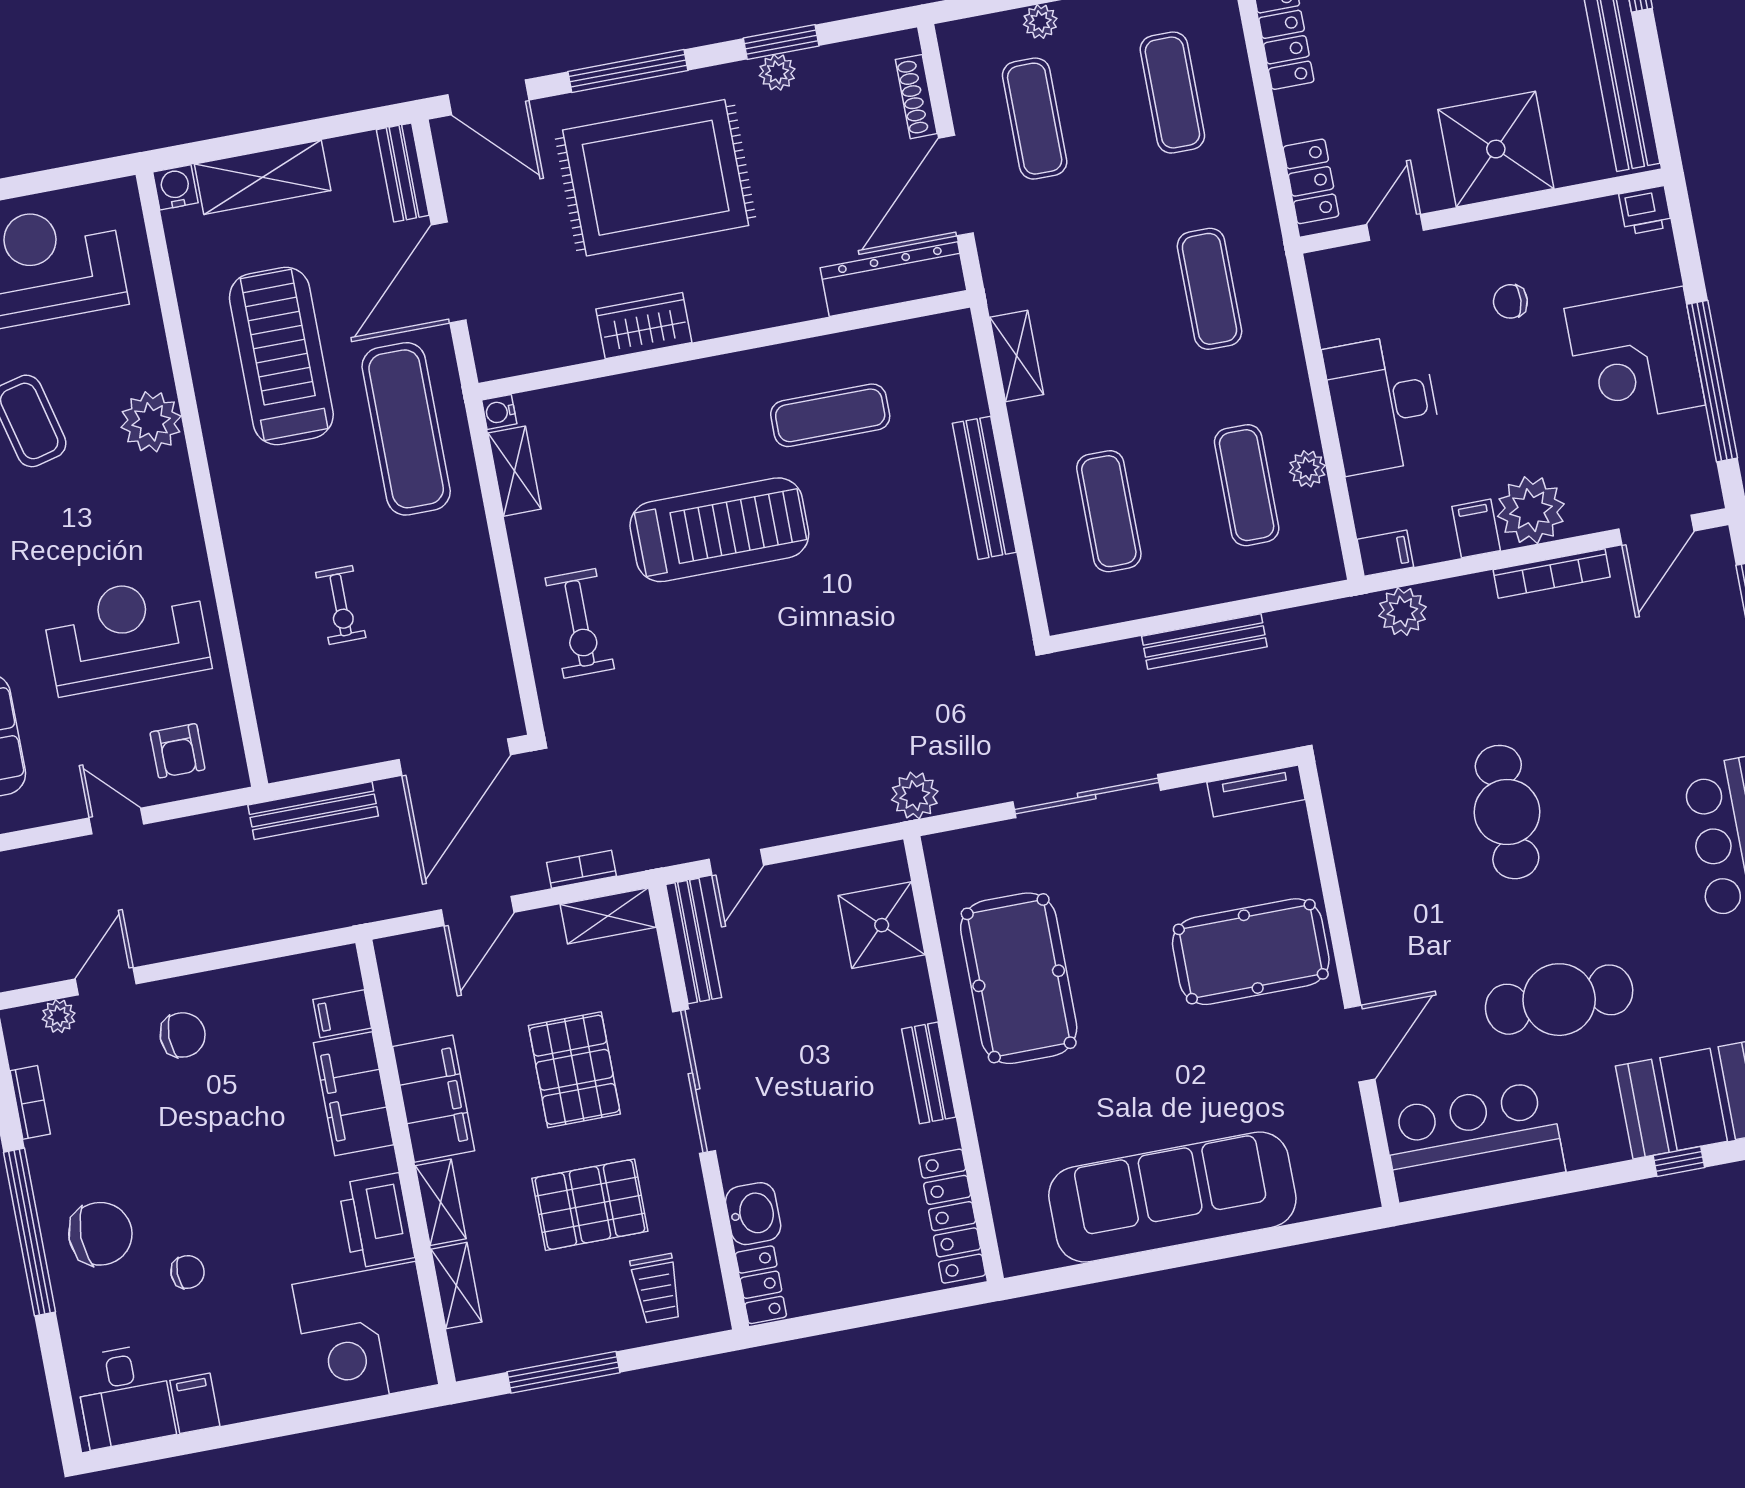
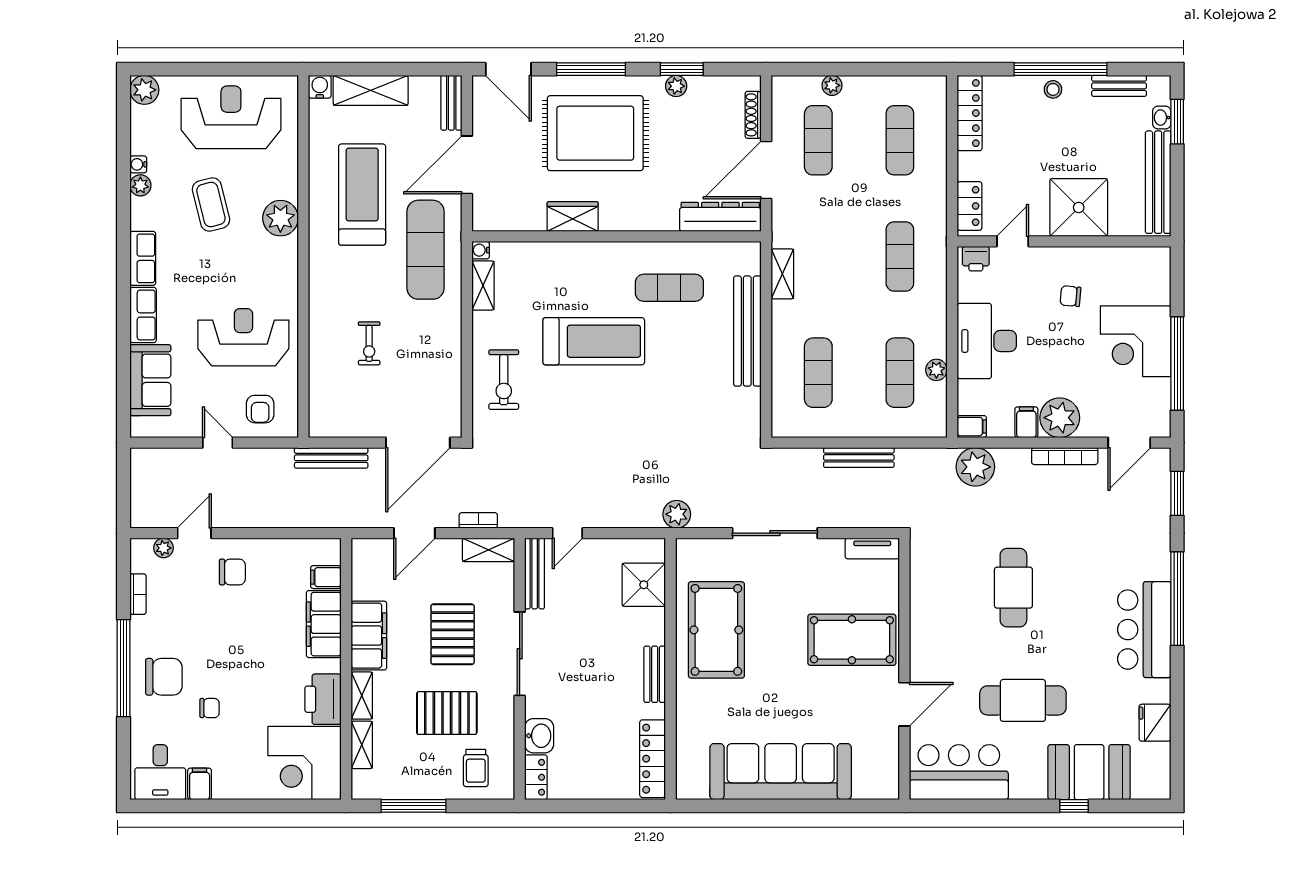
printer: (1645, 210) -> (976, 259), moved
bench: (984, 488) -> (747, 331), width x1.37, depth x1.21
plant: (1402, 611) -> (975, 467), width x1.36, depth x1.36

